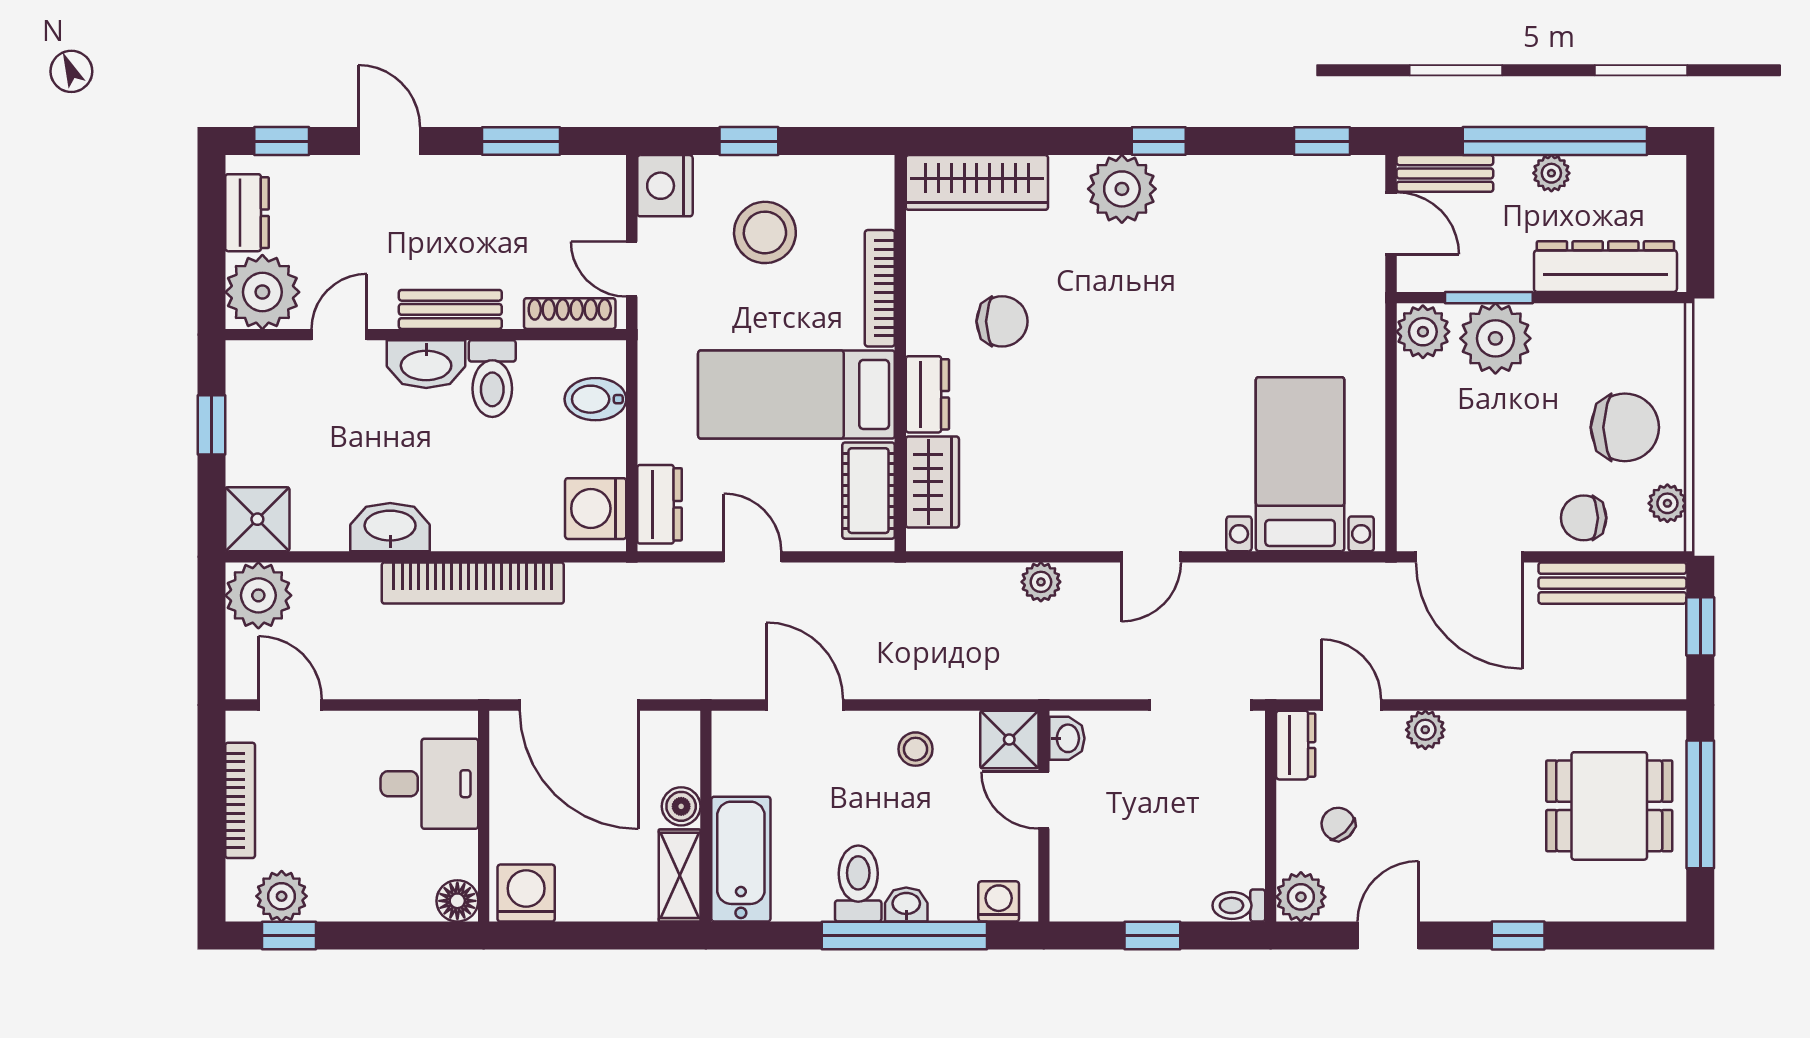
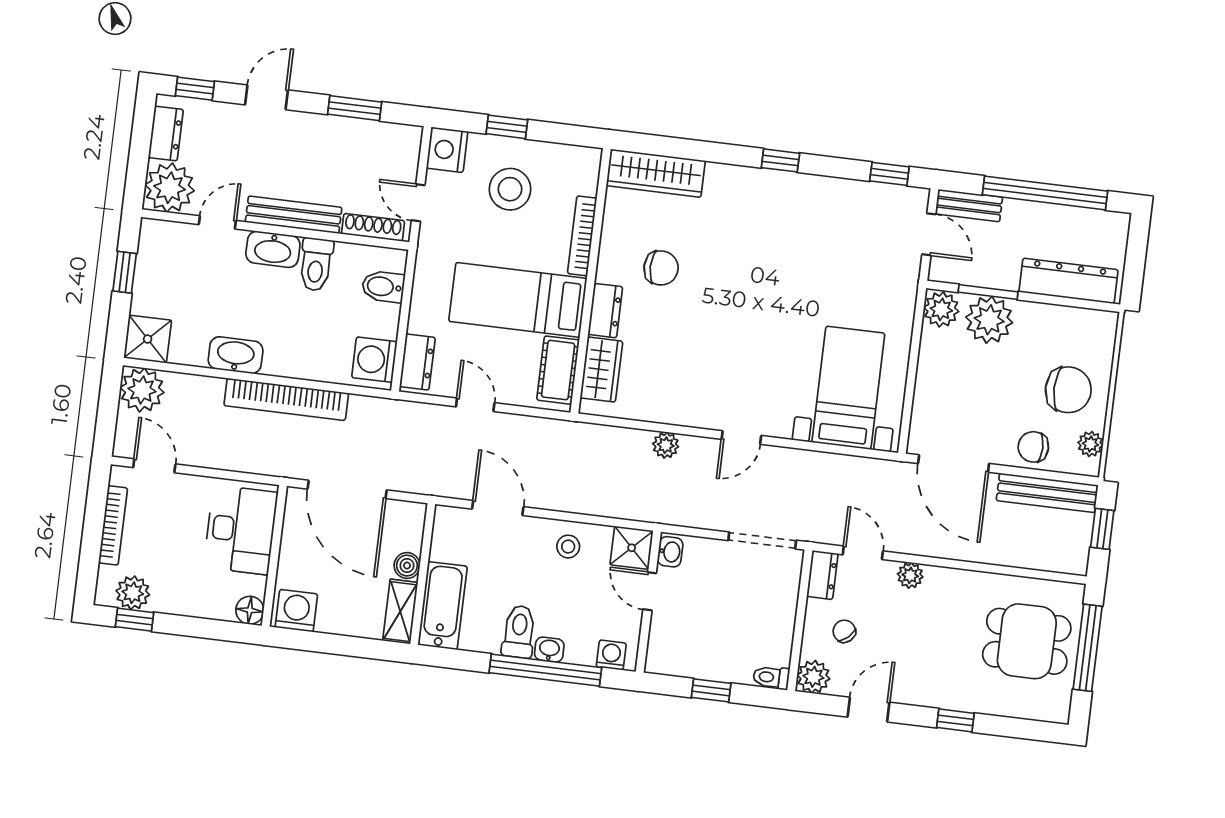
door: (389, 141) -> (267, 97), hinge flipped
plant: (1551, 173) -> (1040, 214), removed
plant: (1122, 189) -> (752, 189), removed
bench: (450, 309) -> (294, 215), width x1.36
desk: (429, 784) -> (241, 530), width x1.37

